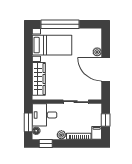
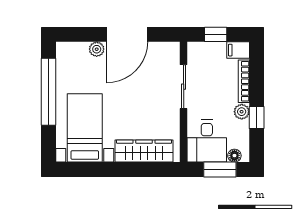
window: (60, 24) -> (48, 92), moved
window: (46, 143) -> (257, 117), moved

